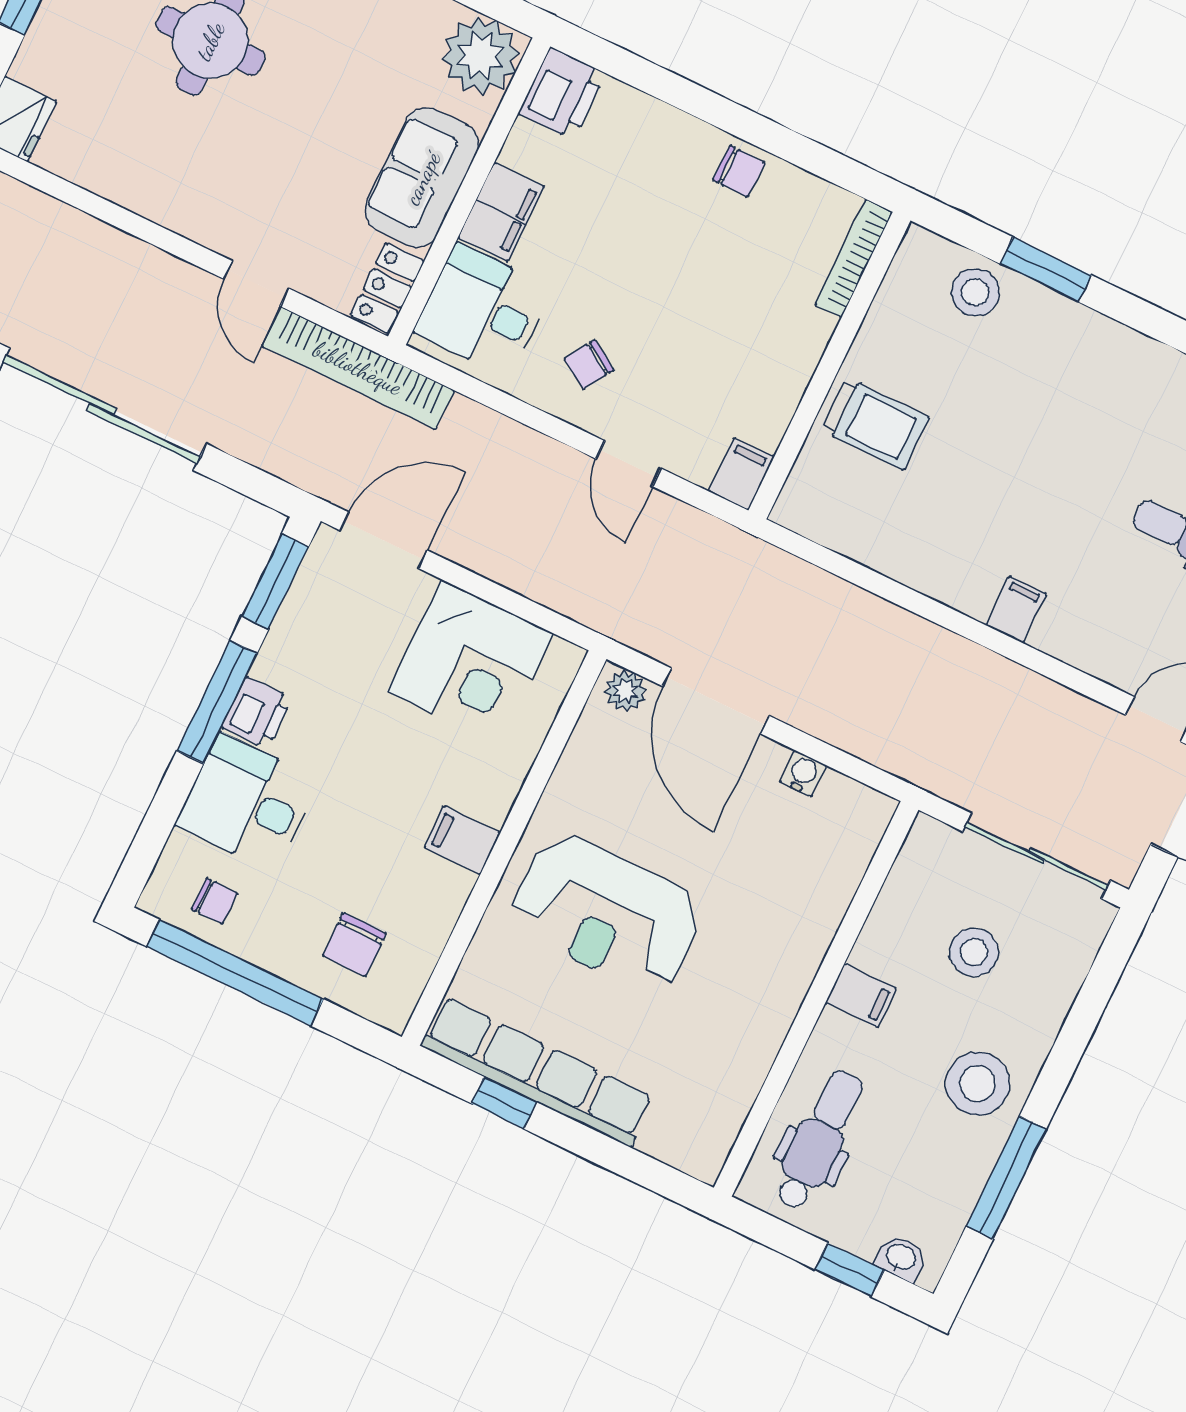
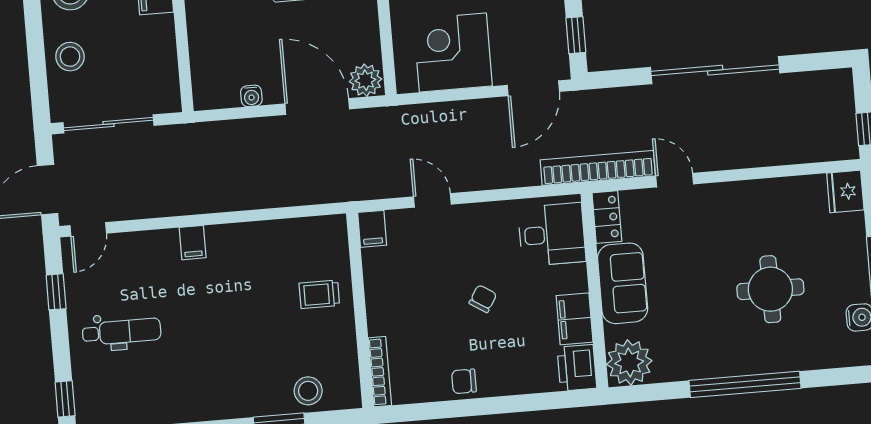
filing cabinet: (501, 212) -> (575, 319), moved
chair: (589, 365) -> (483, 299), moved
trolley: (875, 424) -> (319, 294), width x0.73, depth x0.72
window: (275, 581) -> (576, 35), width x0.67
plant: (626, 691) -> (365, 80), width x1.38, depth x1.38
stool: (974, 952) -> (70, 57), moved

